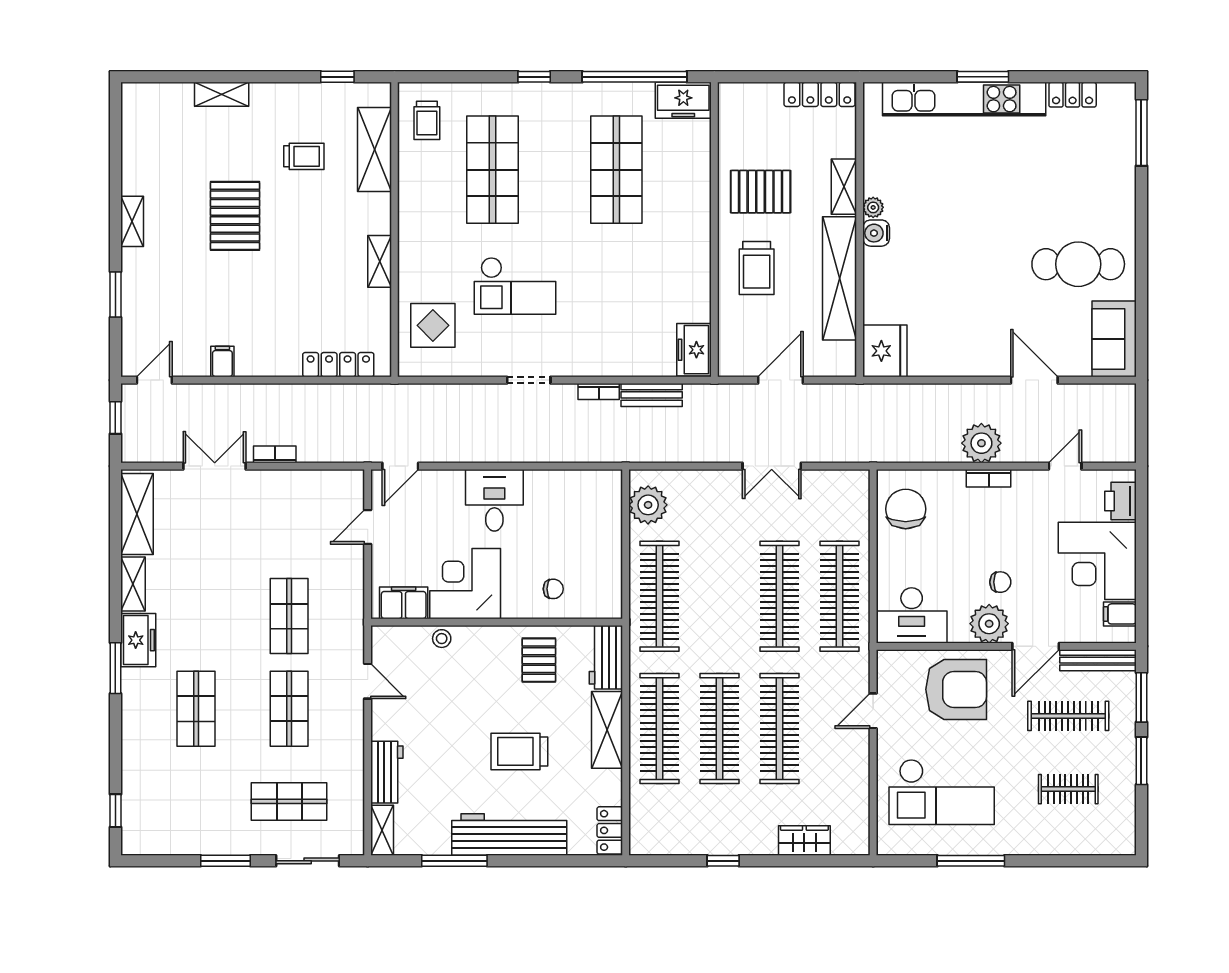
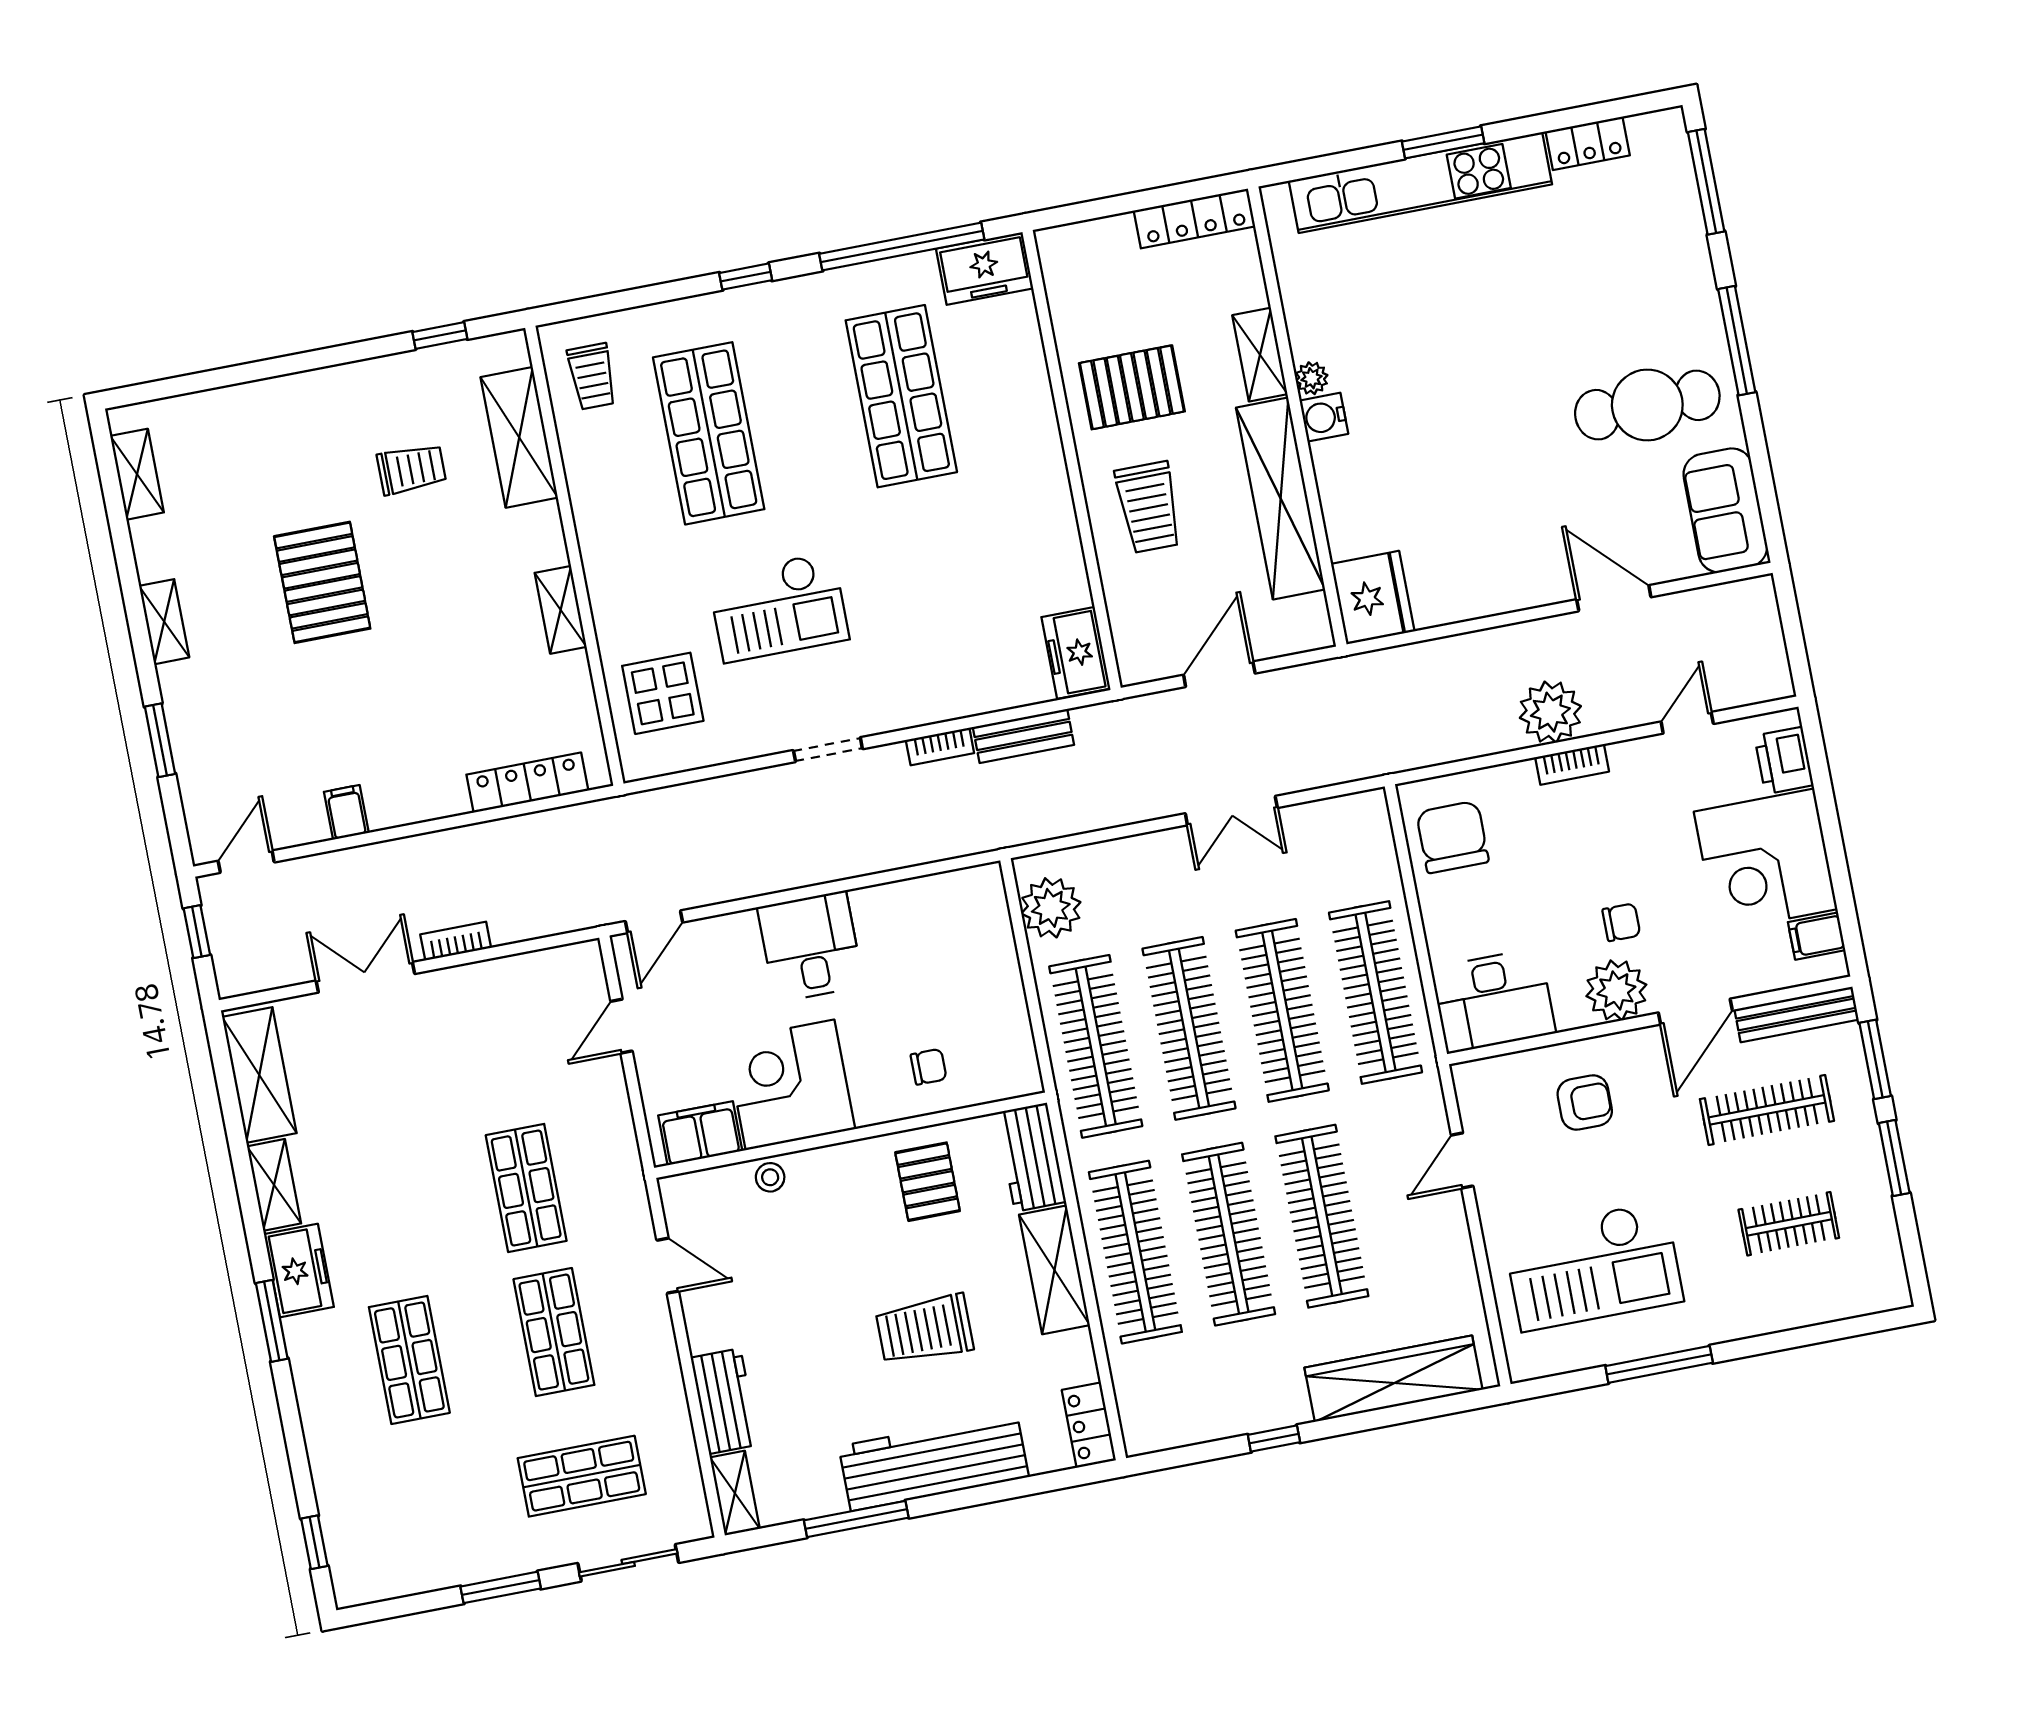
shelving: (222, 94) -> (137, 474), moved, turned 90
window: (1141, 235) -> (1737, 341), added
clothes rail: (719, 596) -> (1189, 1028), added
armchair: (956, 689) -> (1585, 1103), width x0.53, depth x0.53
wardrobe: (804, 841) -> (1393, 1379), width x2.10, depth x1.17

